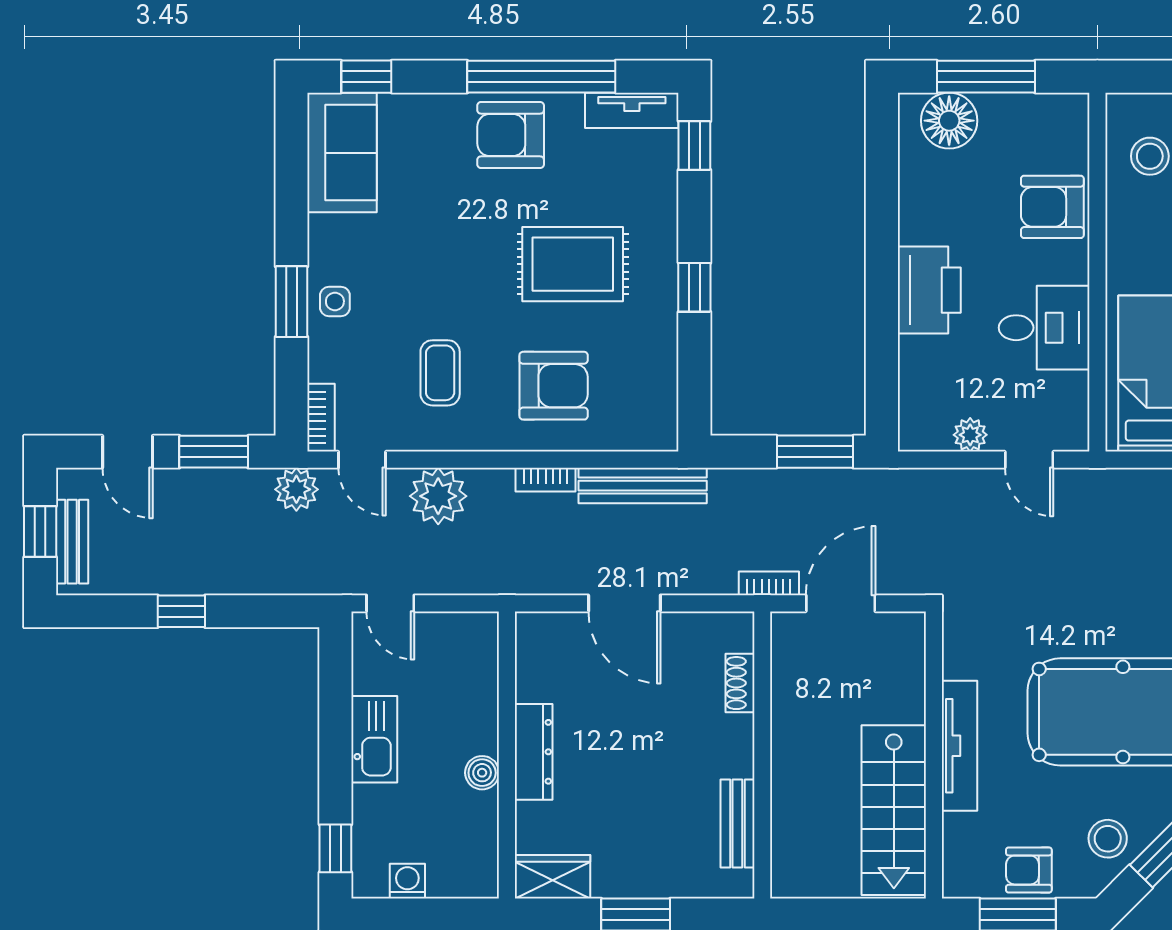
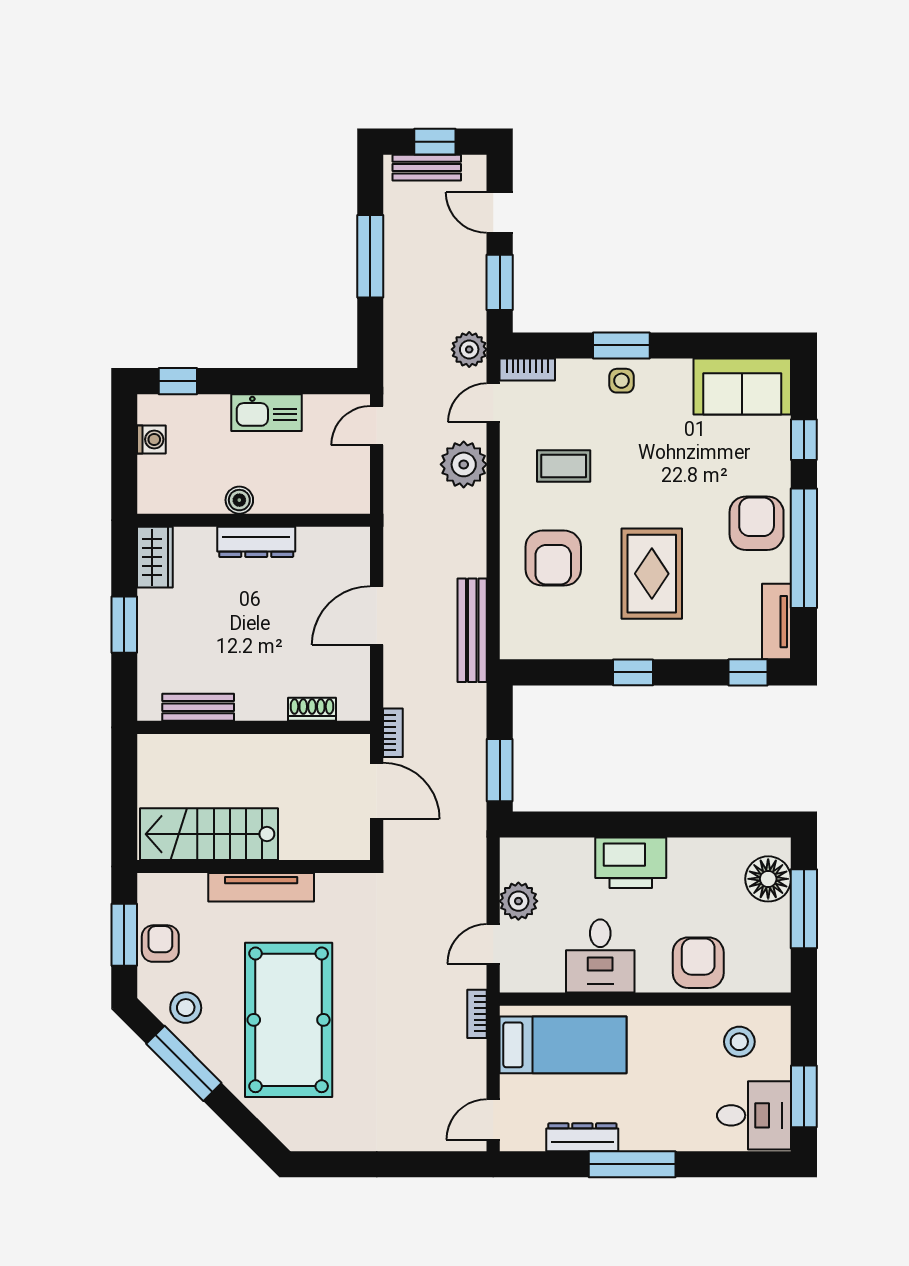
window: (366, 77) -> (804, 440), moved
plant: (970, 435) -> (518, 901), width x1.38, depth x1.38
door: (128, 452) -> (500, 213), hinge flipped
bookcase: (546, 480) -> (477, 1014), moved
window: (181, 611) -> (370, 256), width x2.17

